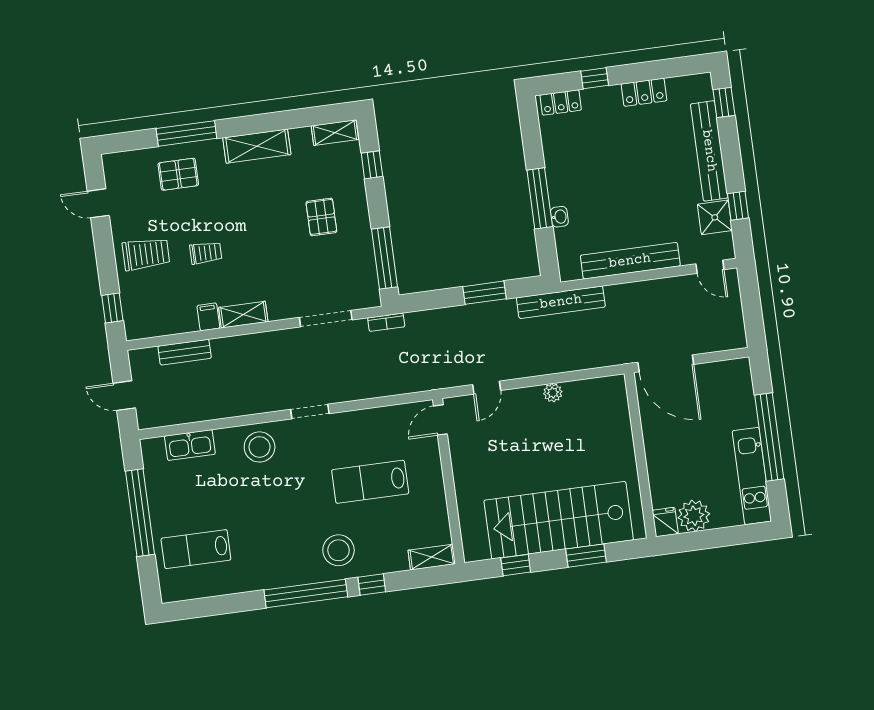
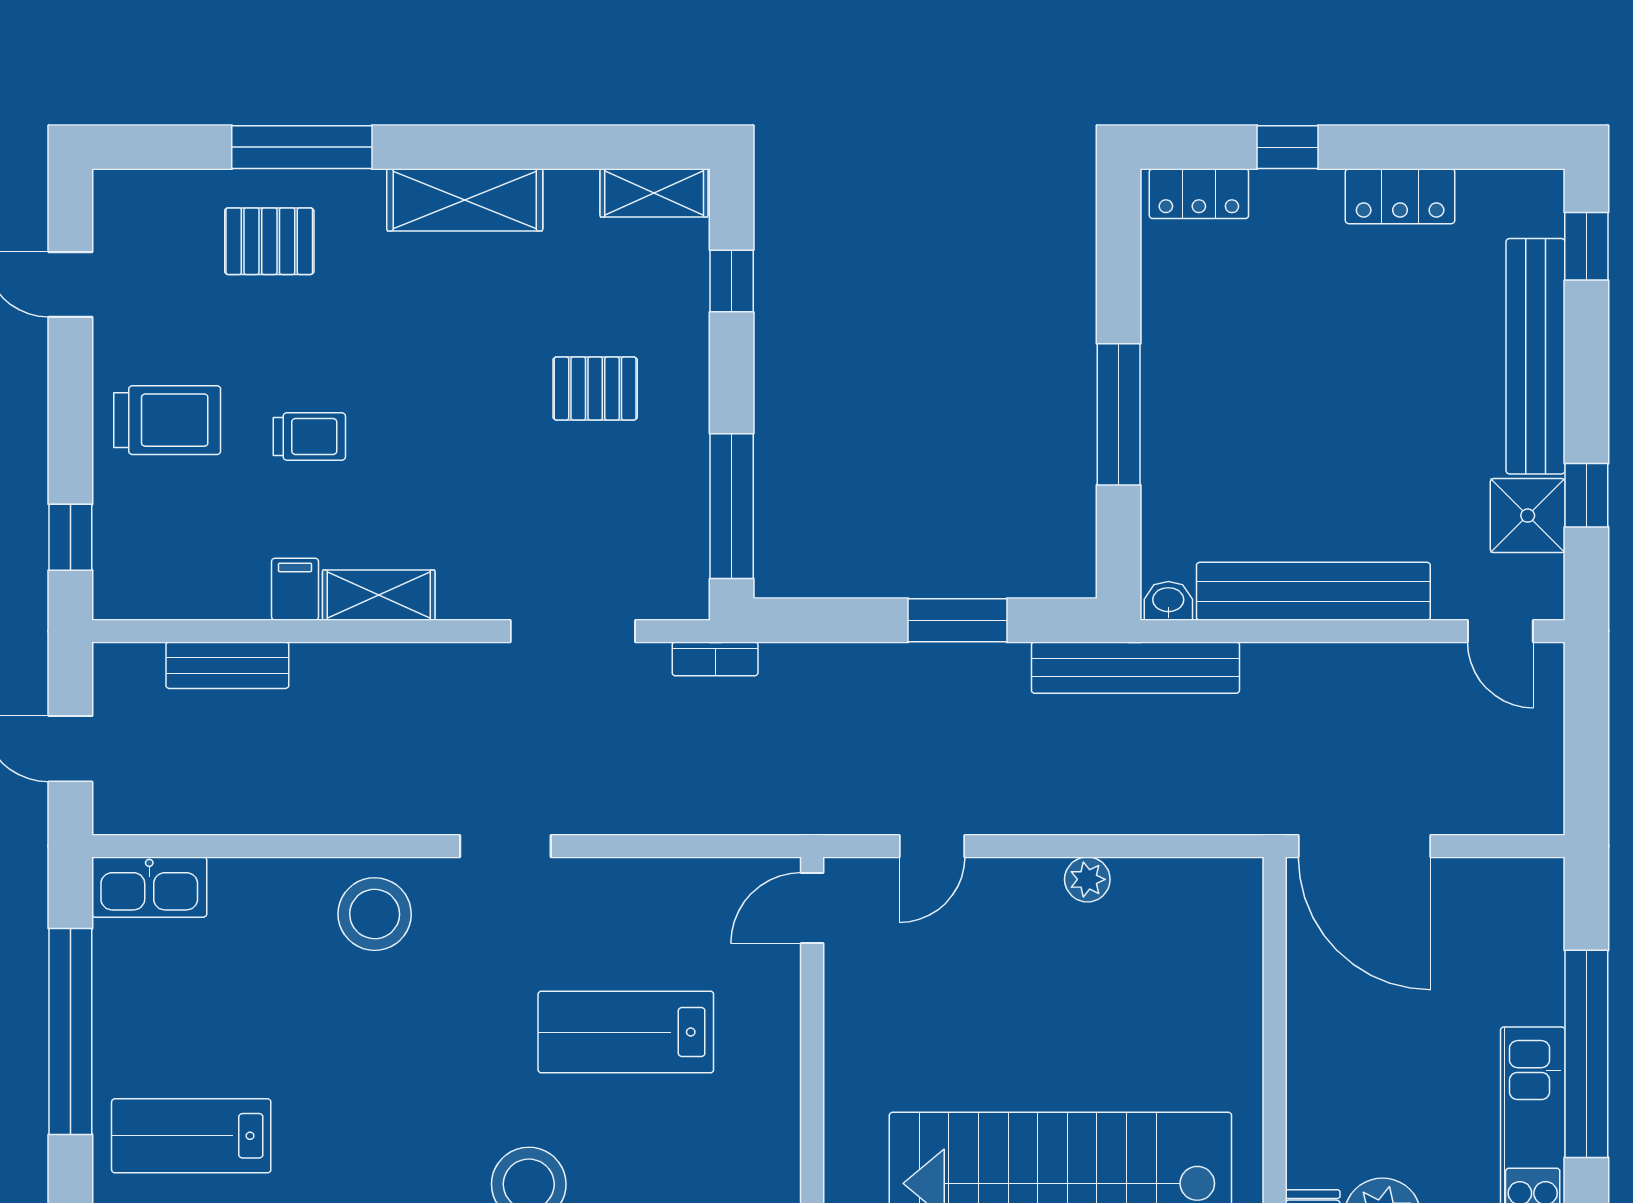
pallet: (321, 217) -> (595, 389), turned 90
washbasin: (559, 217) -> (1168, 601), moved, turned -90
kitchen sink: (190, 445) -> (149, 887), moved

